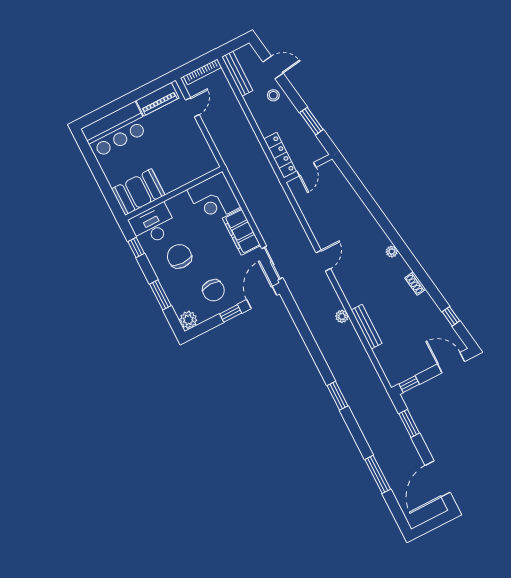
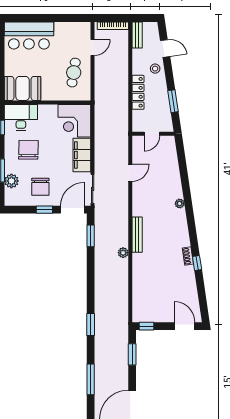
bench: (237, 74) -> (137, 35), width x0.73
piano: (158, 99) -> (70, 29), removed
cafe table: (186, 146) -> (74, 73), added
locker: (280, 155) -> (138, 92), moved
plant: (392, 252) -> (180, 204), moved
door: (323, 261) -> (130, 173), moved
window: (297, 316) -> (91, 236), added
window: (451, 316) -> (197, 263), moved
plant: (188, 320) -> (11, 181), moved
bench: (367, 327) -> (137, 235), moved
window: (337, 396) -> (91, 324), moved

